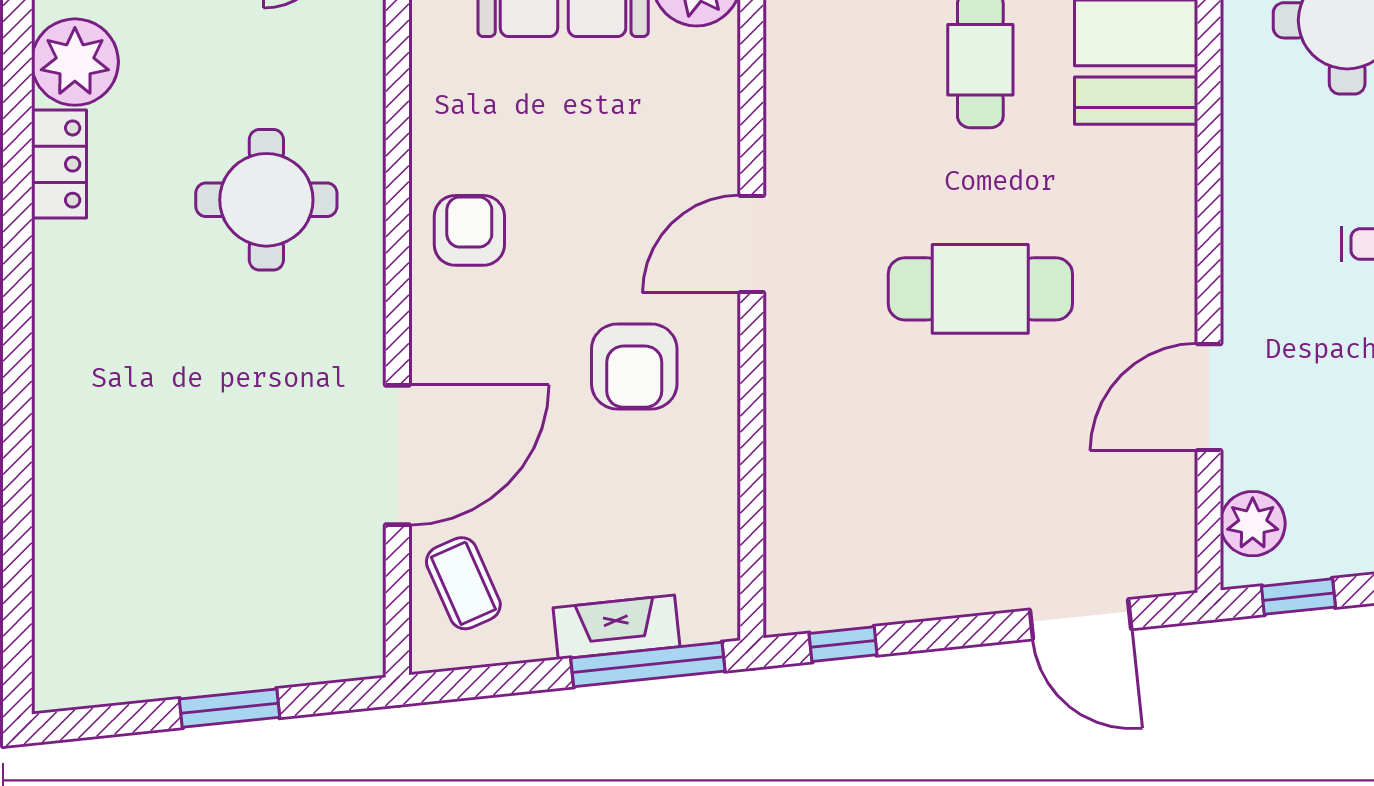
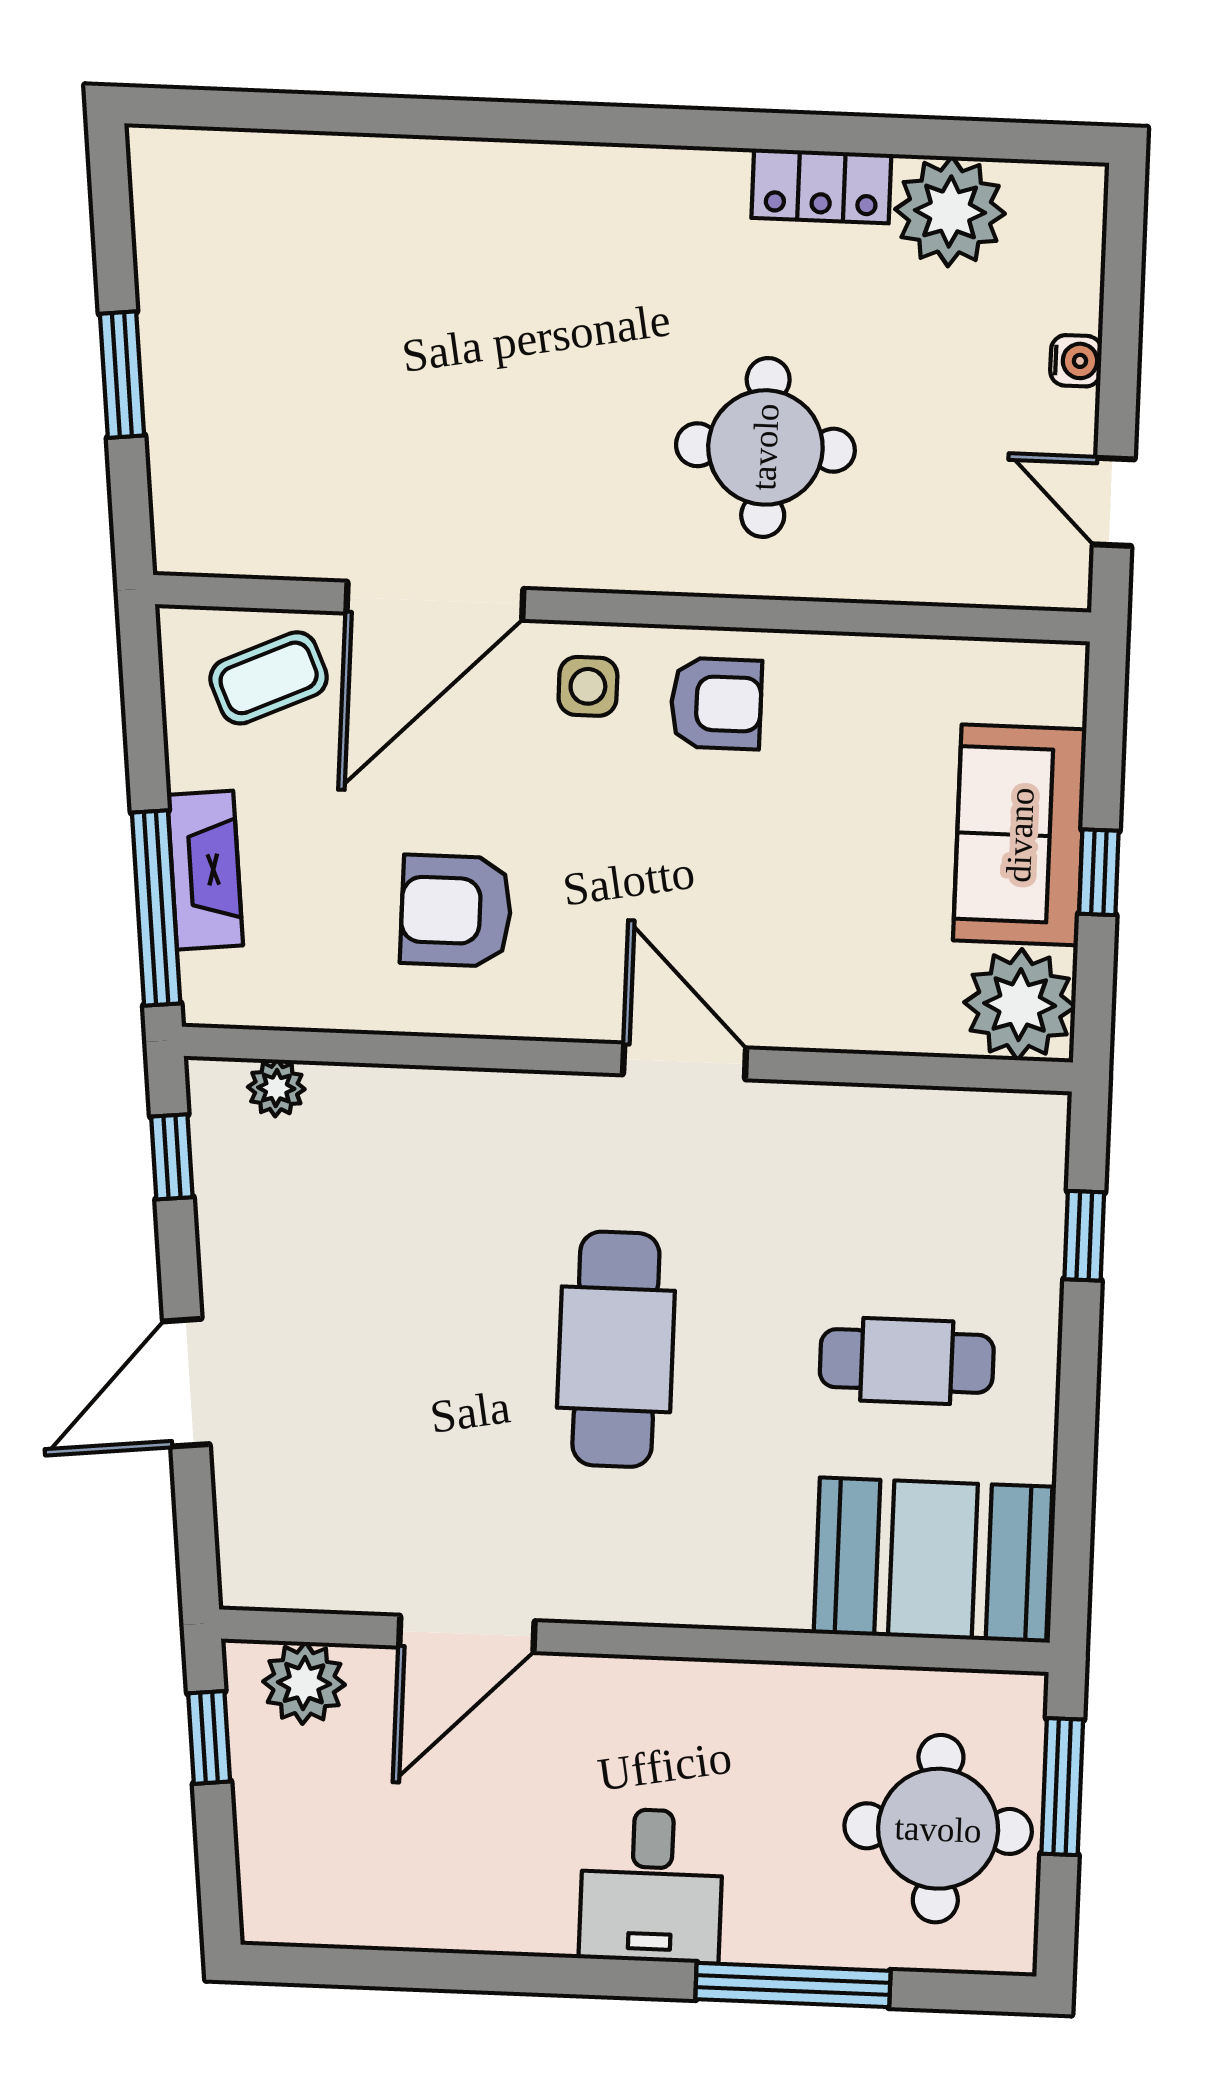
side table: (460, 332) -> (588, 686), added
armchair: (634, 366) -> (456, 911), moved
door: (1209, 397) -> (467, 1634), swing flipped
door: (397, 455) -> (435, 601), hinge flipped
plant: (786, 564) -> (276, 1088), added
door: (1081, 619) -> (186, 1383), moved

